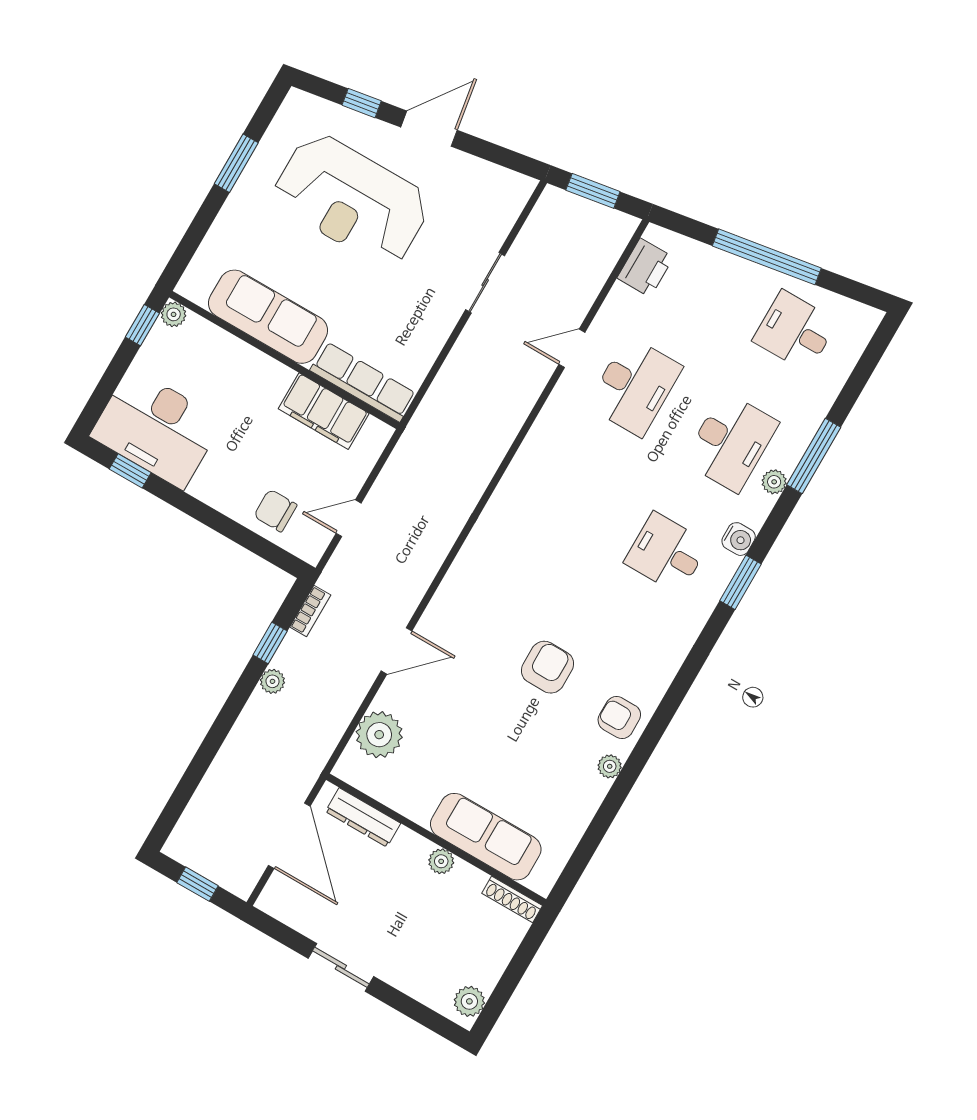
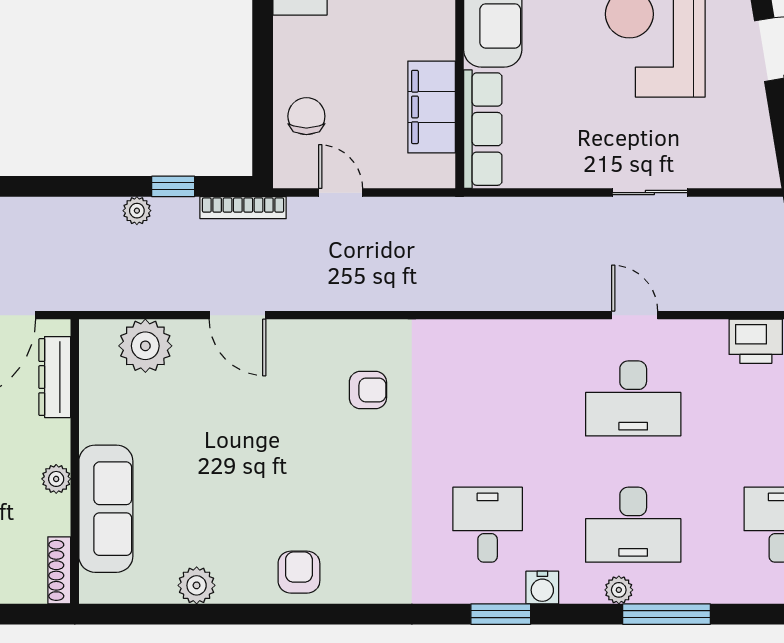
bookcase: (310, 611) -> (243, 208), width x1.56
armchair: (548, 667) -> (368, 390), moved, width x0.72, depth x0.72
plant: (610, 766) -> (197, 585), moved, width x1.38, depth x1.38

